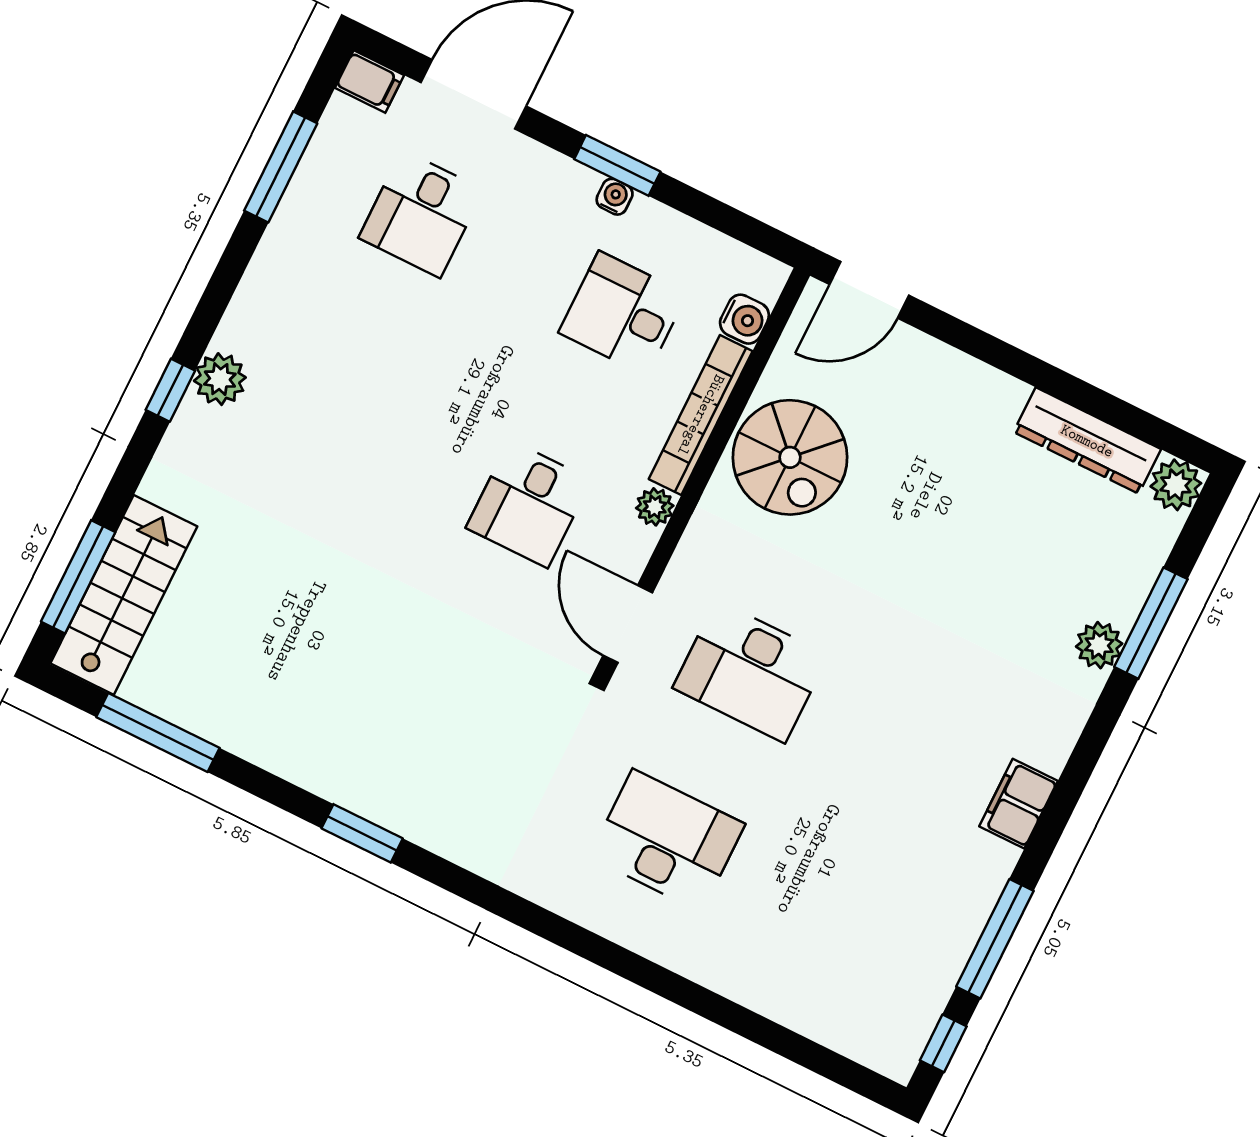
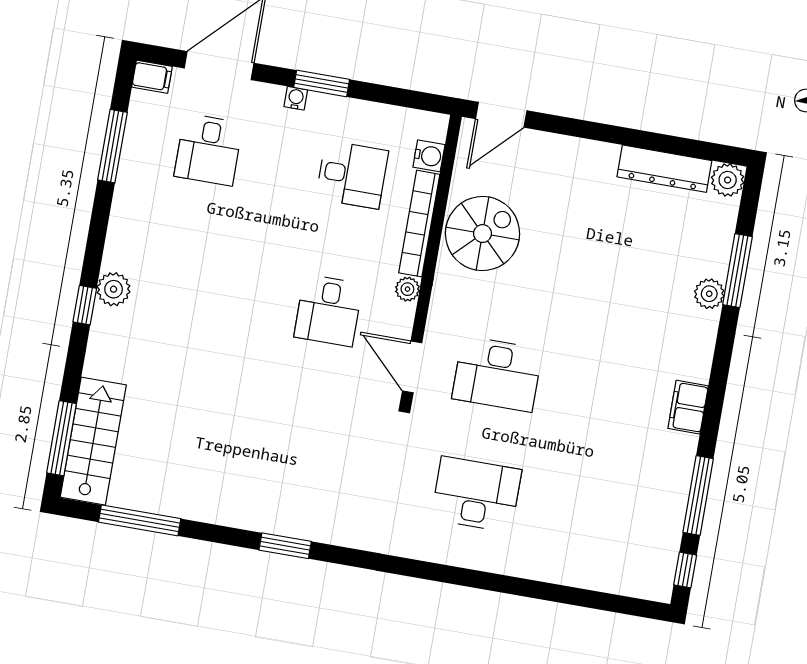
water cooler: (615, 197) -> (296, 98), moved
desk: (623, 313) -> (352, 175), turned 180
spiral stairs: (790, 457) -> (482, 234), turned -90

